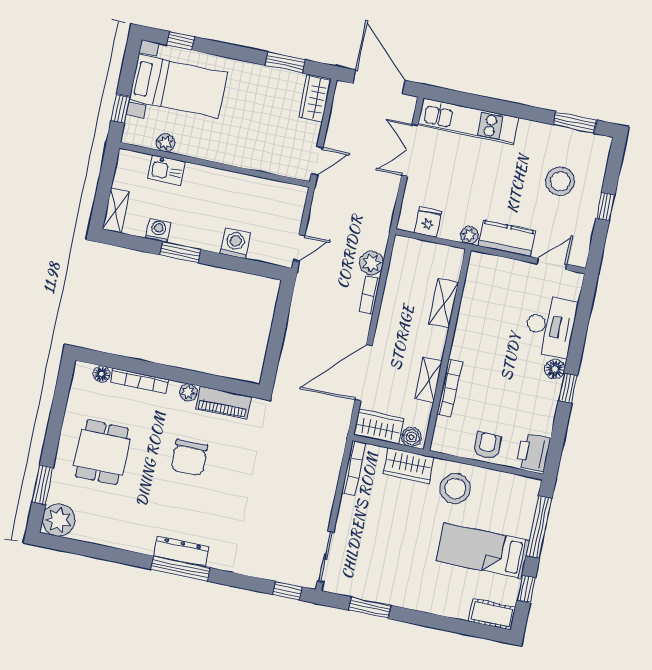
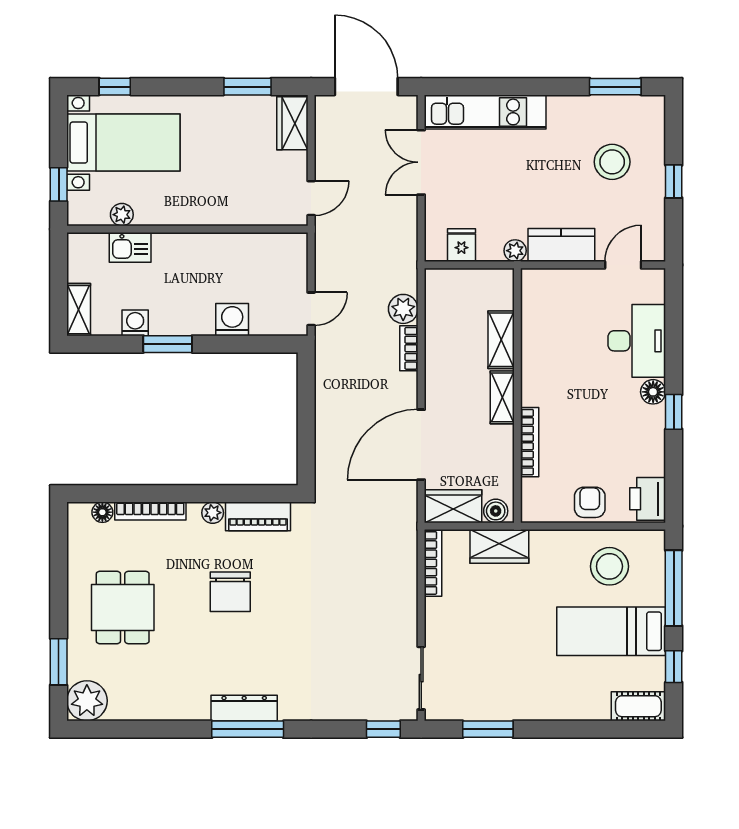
shelving: (429, 380) -> (502, 397), moved
stool: (455, 489) -> (609, 566), moved

